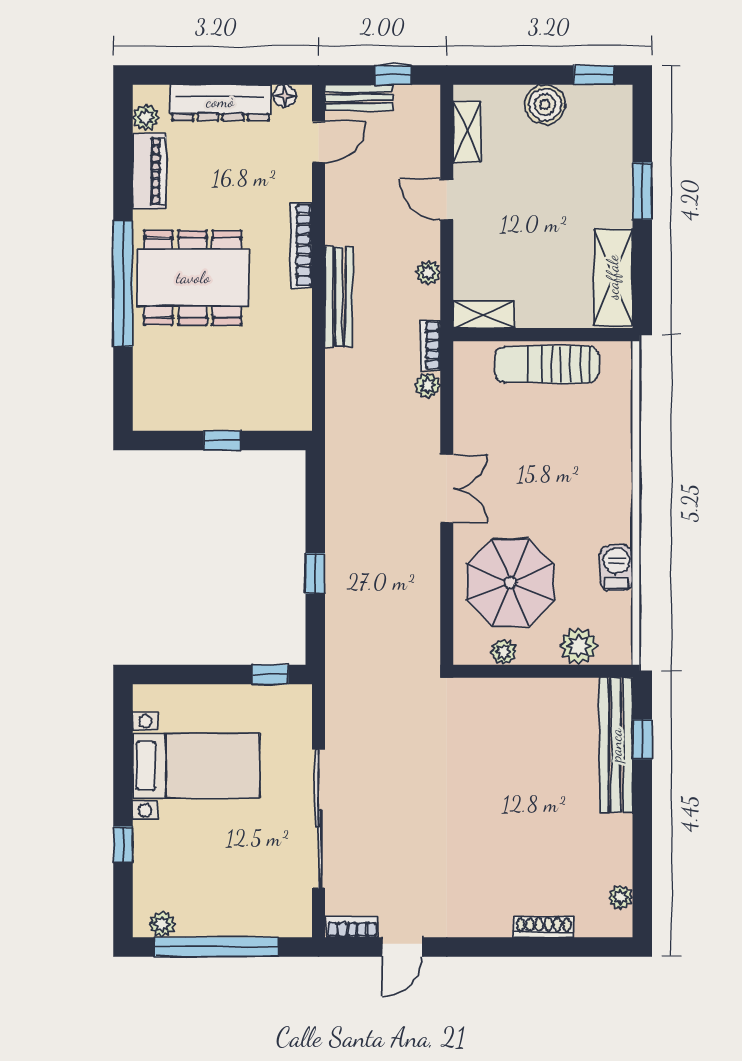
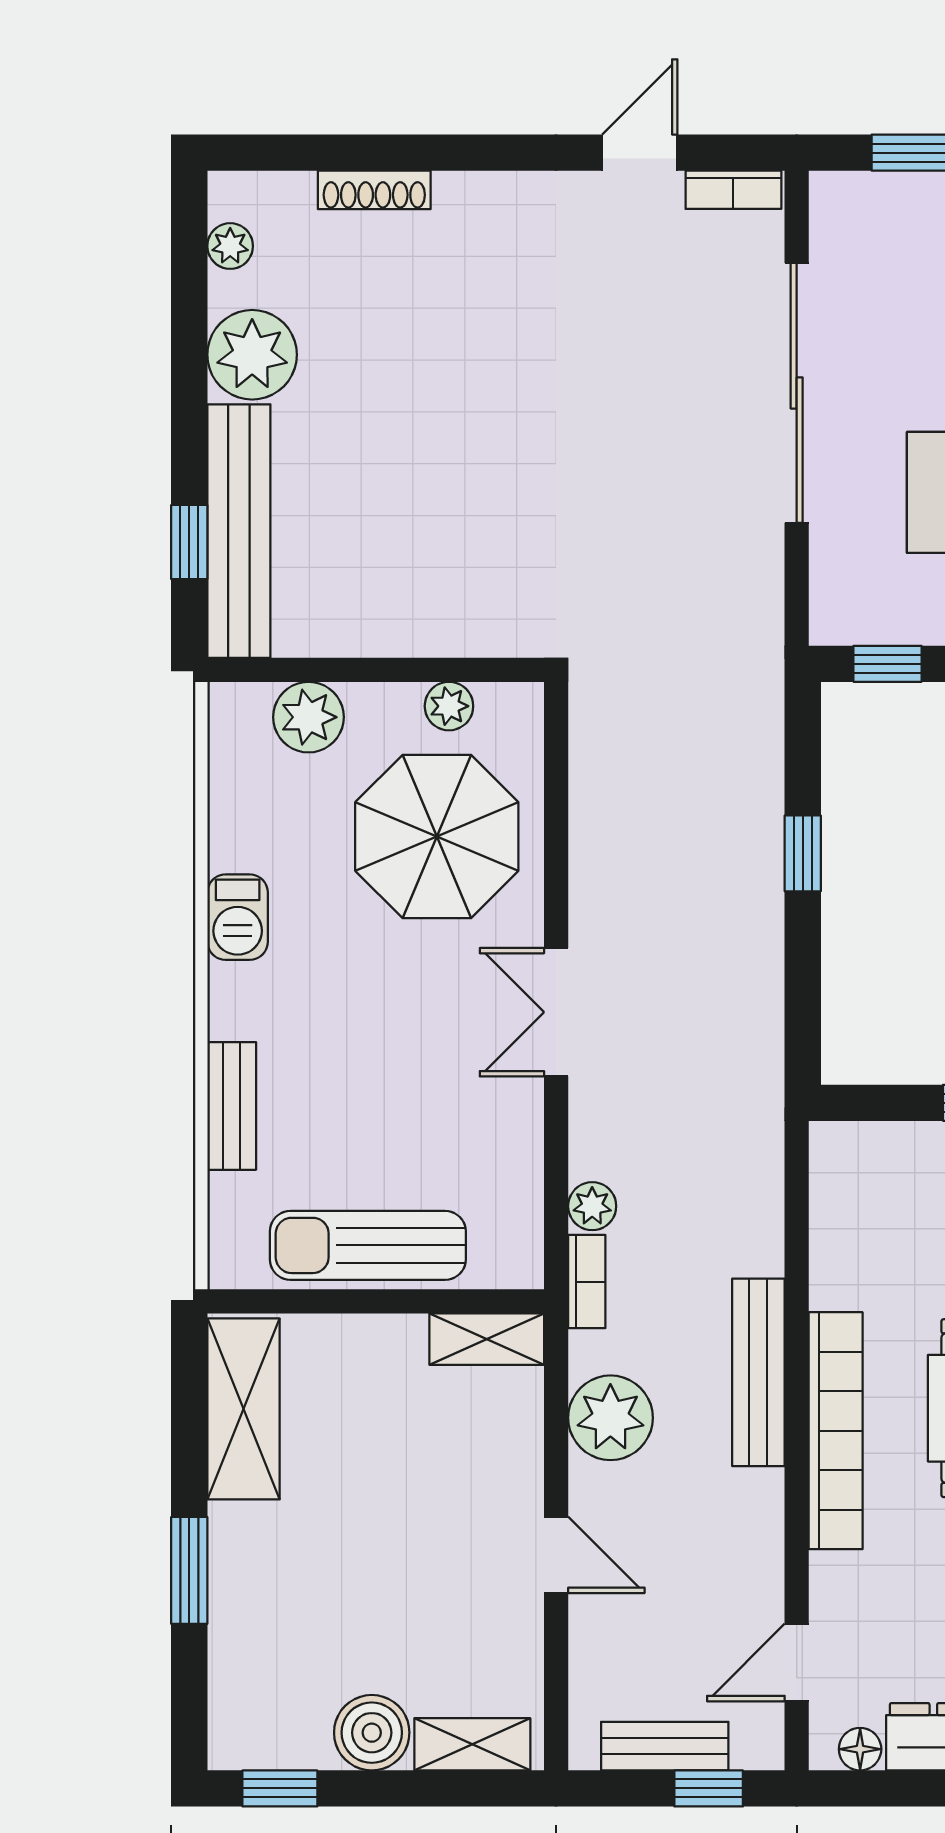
window: (393, 75) -> (709, 1788), moved
bench: (359, 97) -> (665, 1746), moved
shelving: (467, 132) -> (472, 1744), moved, turned 90
bookcase: (301, 245) -> (836, 1431), width x1.48, depth x1.31
plant: (428, 272) -> (610, 1418), width x1.88, depth x1.88
sun lounger: (547, 364) -> (368, 1245), turned 180
bench: (620, 439) -> (232, 1106), added
barbecue: (616, 568) -> (238, 917), moved
plant: (609, 839) -> (252, 355), added

